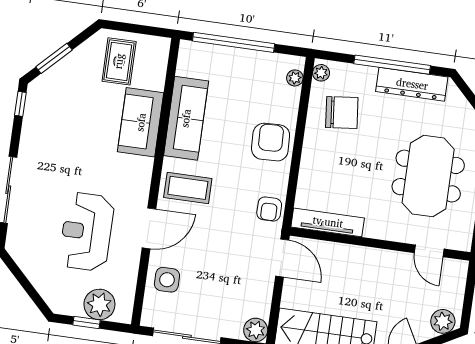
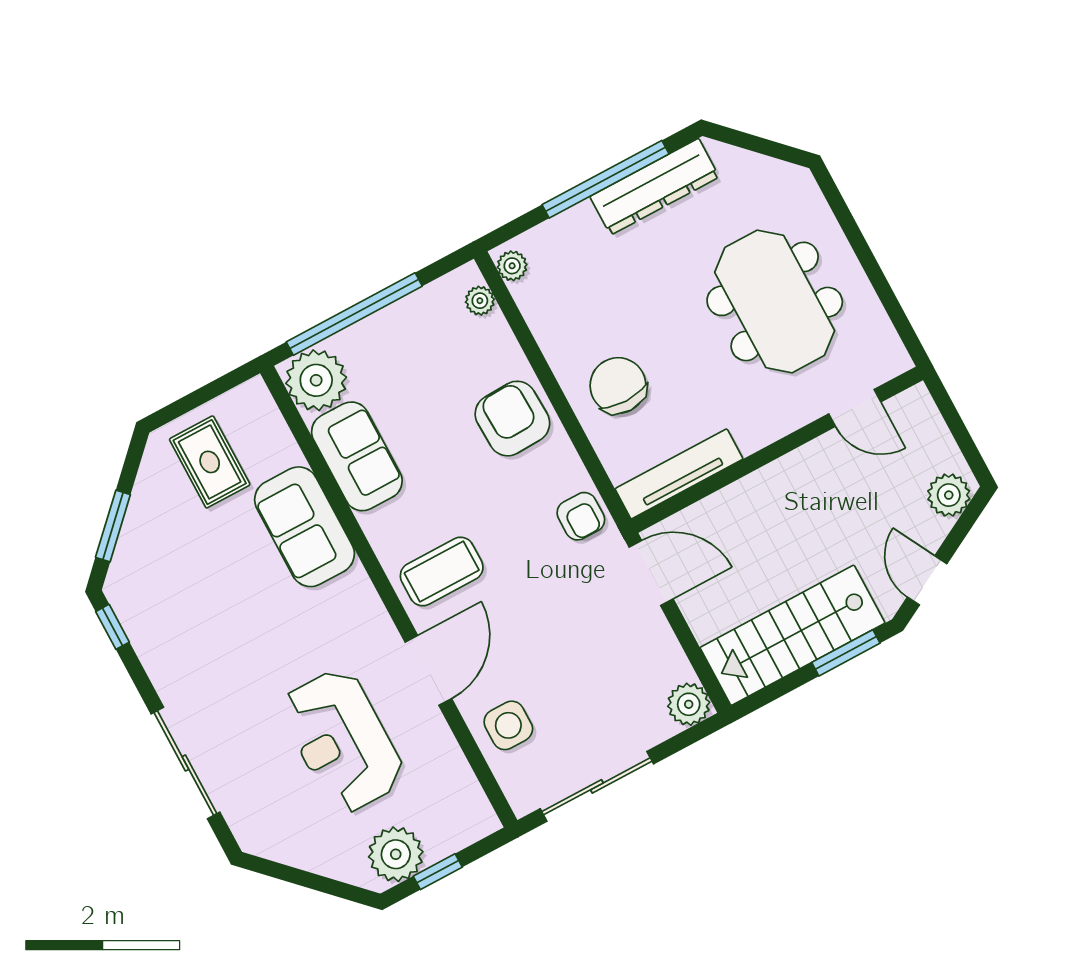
plant: (194, 60) -> (316, 380), added
chair: (342, 113) -> (618, 386), moved, turned -84
sofa: (186, 118) -> (357, 456), width x0.73
plant: (99, 304) -> (396, 854), moved

